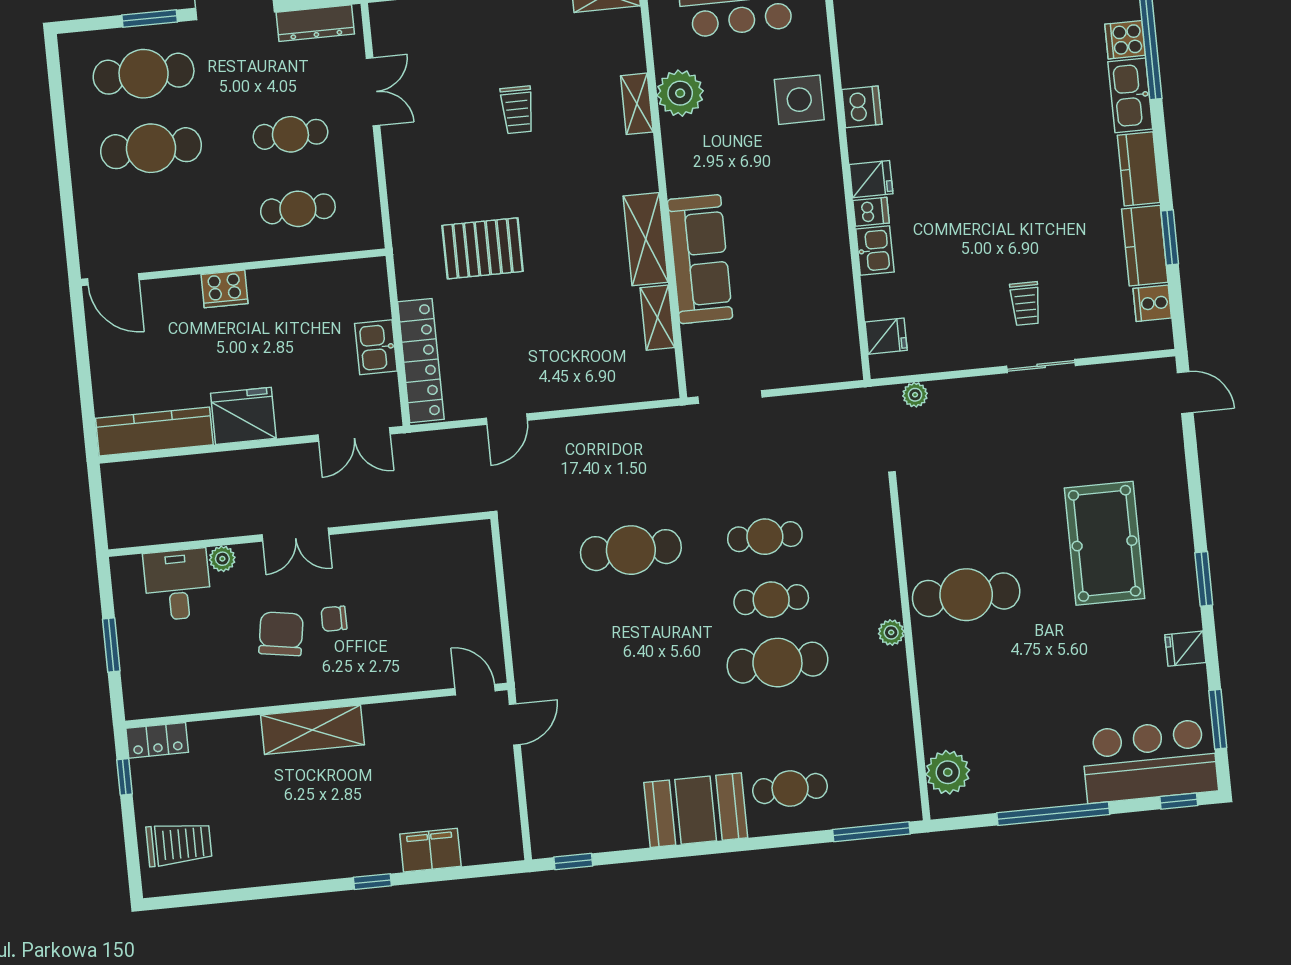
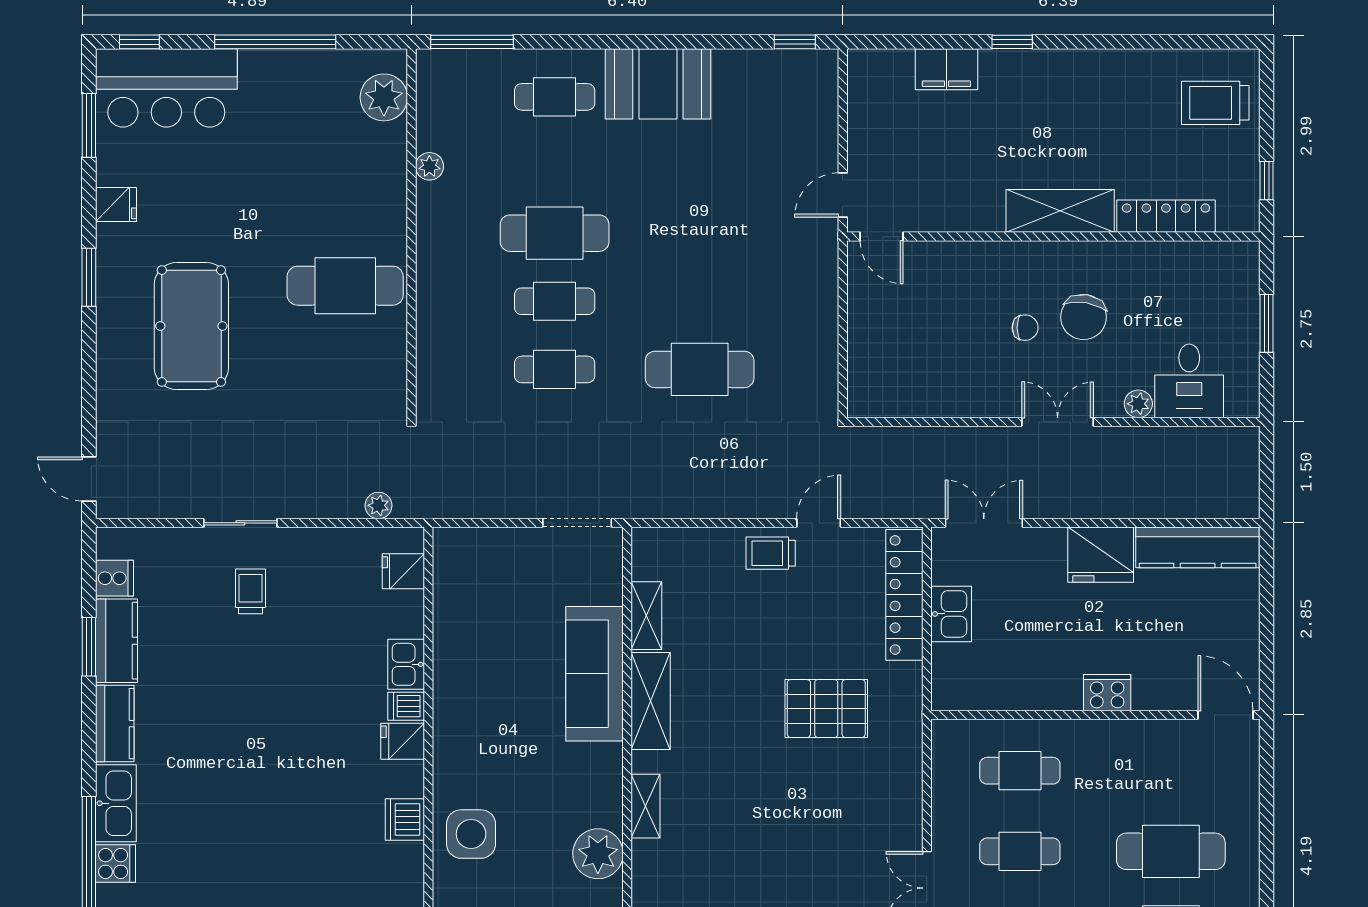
shelving: (637, 104) -> (646, 806), moved
trolley: (517, 110) -> (771, 553), moved, turned -90
plant: (891, 632) -> (429, 166), moved
locker: (157, 740) -> (1166, 216), moved, width x1.53

